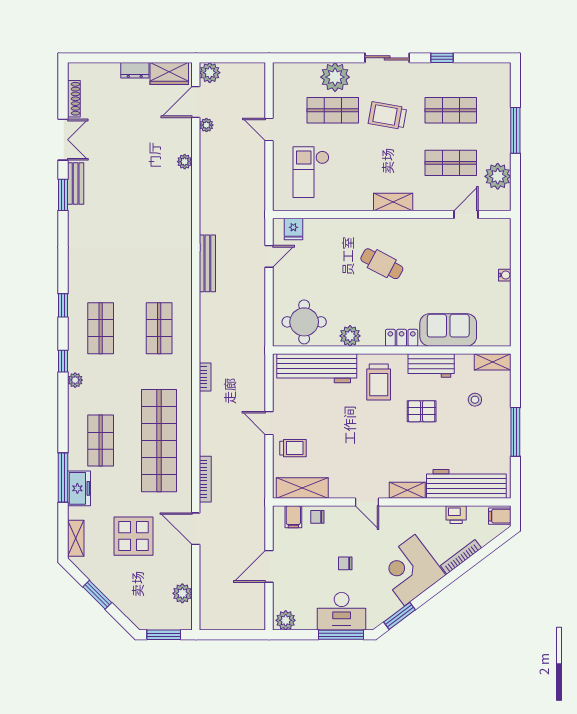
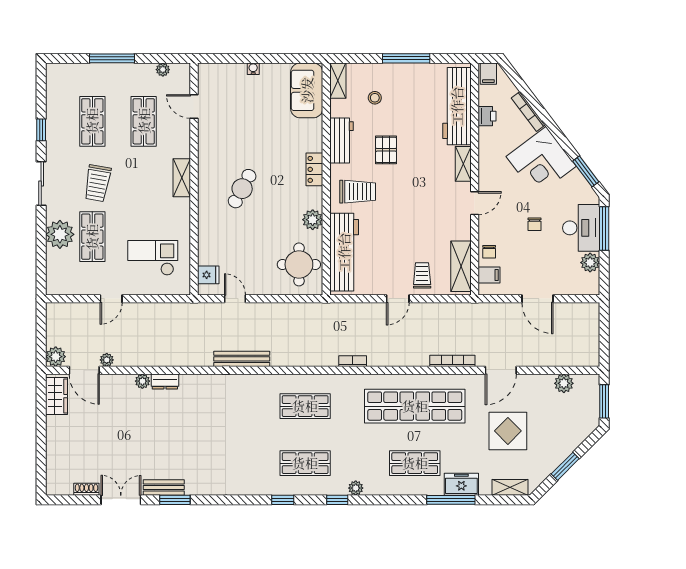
dresser: (135, 70) -> (165, 381), moved, turned 90
shoe rack: (74, 99) -> (86, 489), width x0.70
checkout: (311, 172) -> (153, 258), turned 180
plant: (498, 176) -> (163, 70), width x0.53, depth x0.53
sofa: (448, 330) -> (307, 90), moved
plant: (286, 620) -> (590, 263), moved

